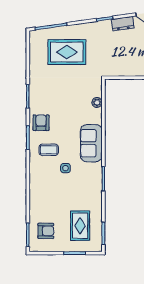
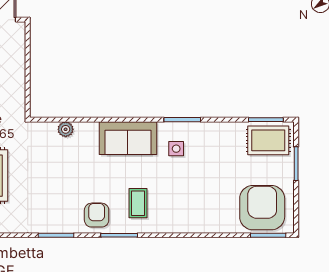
armchair: (41, 123) -> (97, 215), turned 90
side table: (66, 168) -> (176, 149), moved
rug: (80, 226) -> (268, 140), moved
armchair: (46, 231) -> (262, 208), width x1.88, depth x1.88

